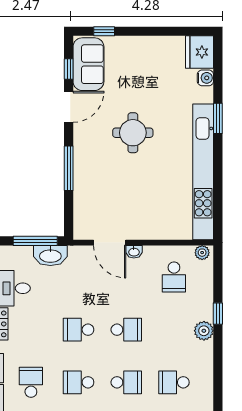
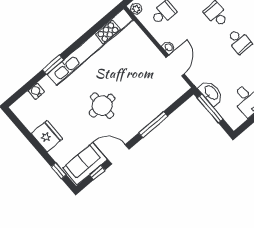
fridge: (200, 52) -> (47, 136), moved, turned -90

